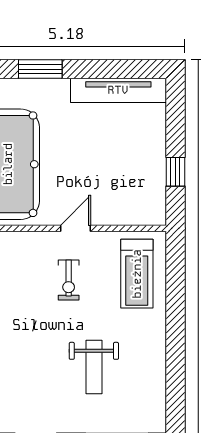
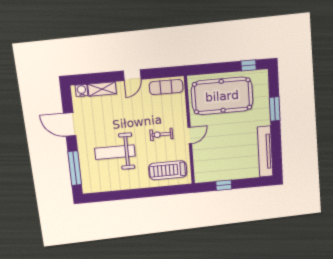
door: (75, 228) -> (190, 135), hinge flipped
weight bench: (94, 367) -> (115, 152), width x1.36, depth x1.33

